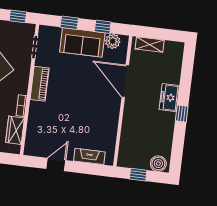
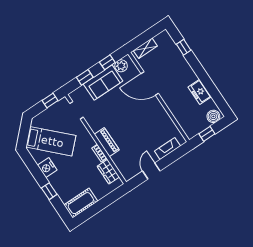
piano: (40, 84) -> (107, 142), moved
freezer: (169, 98) -> (200, 92), moved
window: (182, 114) -> (184, 47), moved

